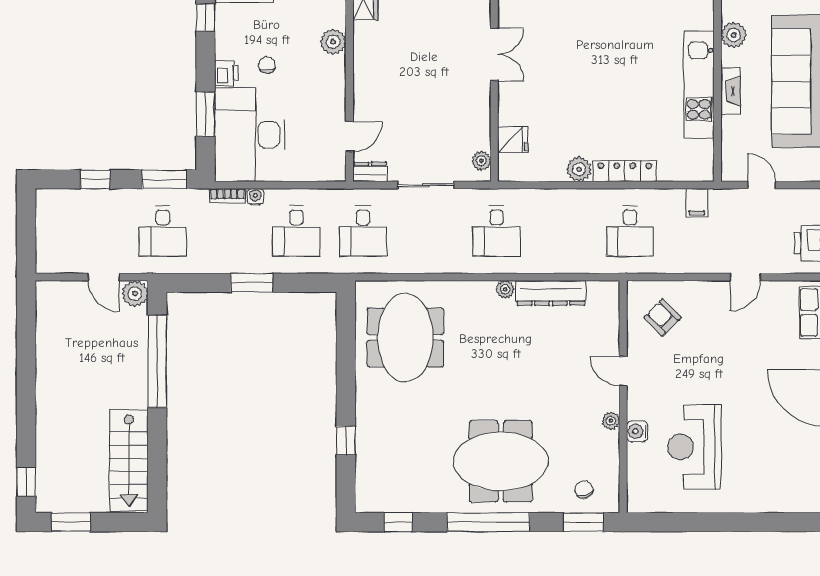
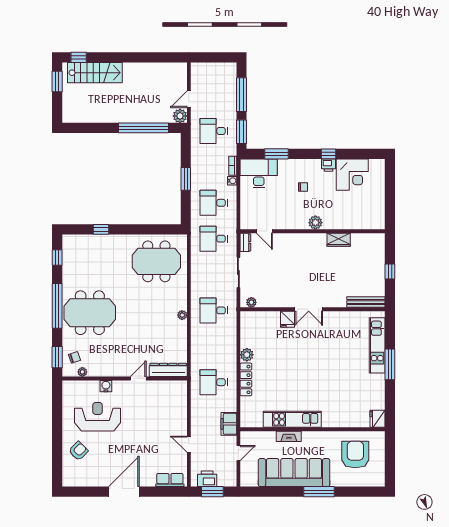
plant: (734, 35) -> (319, 438), removed
printer: (226, 73) -> (329, 165), moved
desk: (250, 135) -> (259, 173), width x0.73, depth x0.77
fridge: (513, 140) -> (288, 319), moved
window: (95, 179) -> (241, 95), width x2.17
filing cabinet: (697, 203) -> (229, 424), width x2.00
dresser: (551, 293) -> (168, 370), moved, turned 90
armchair: (662, 318) -> (78, 451), moved
plant: (611, 421) -> (82, 372), moved
stairs: (129, 460) -> (95, 73), moved, turned 180
meeting table: (501, 461) -> (90, 313), turned 90

